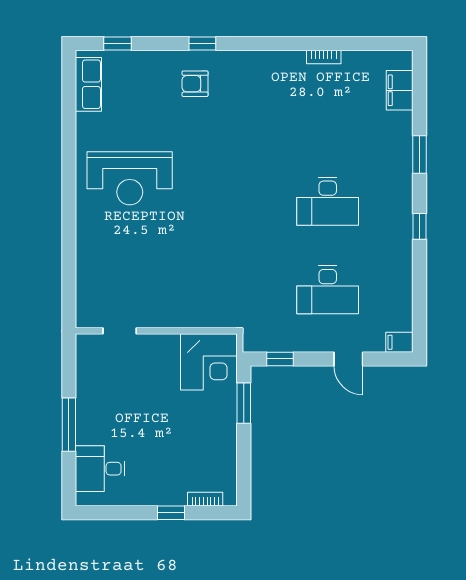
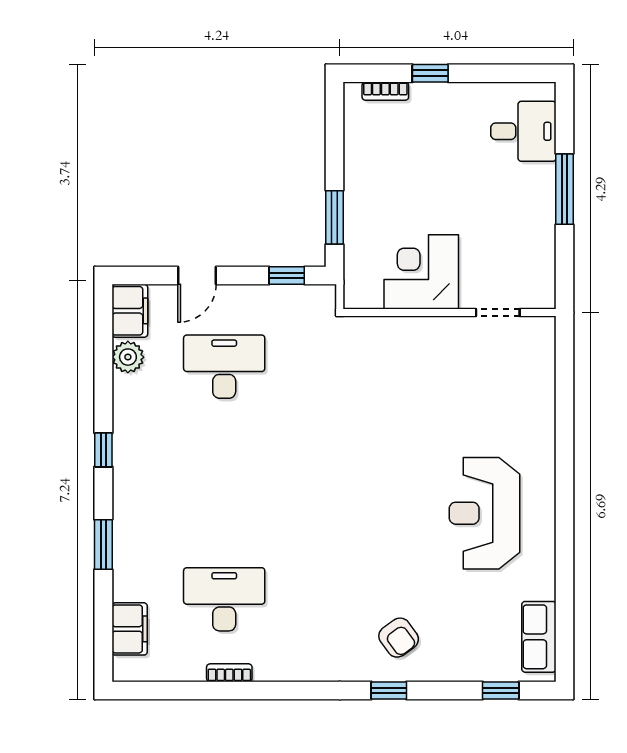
armchair: (195, 84) -> (399, 638), turned 54
reception desk: (130, 178) -> (485, 513), turned -90
desk: (328, 201) -> (224, 599), moved
plant: (401, 297) -> (128, 357), added
filing cabinet: (399, 342) -> (130, 311), width x2.00
door: (348, 359) -> (197, 275), swing flipped
corner desk: (209, 362) -> (421, 272), moved

